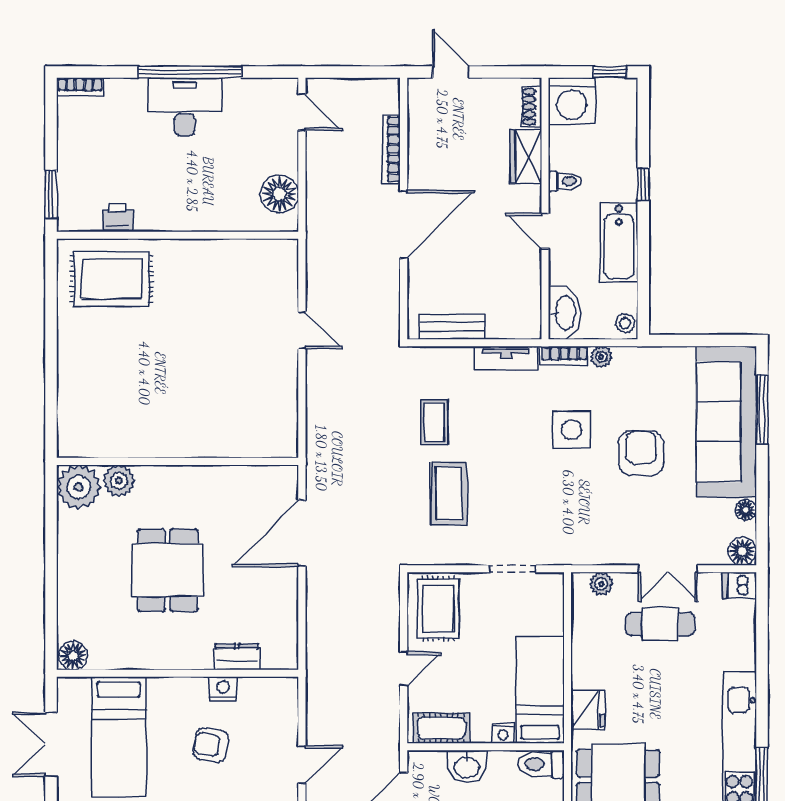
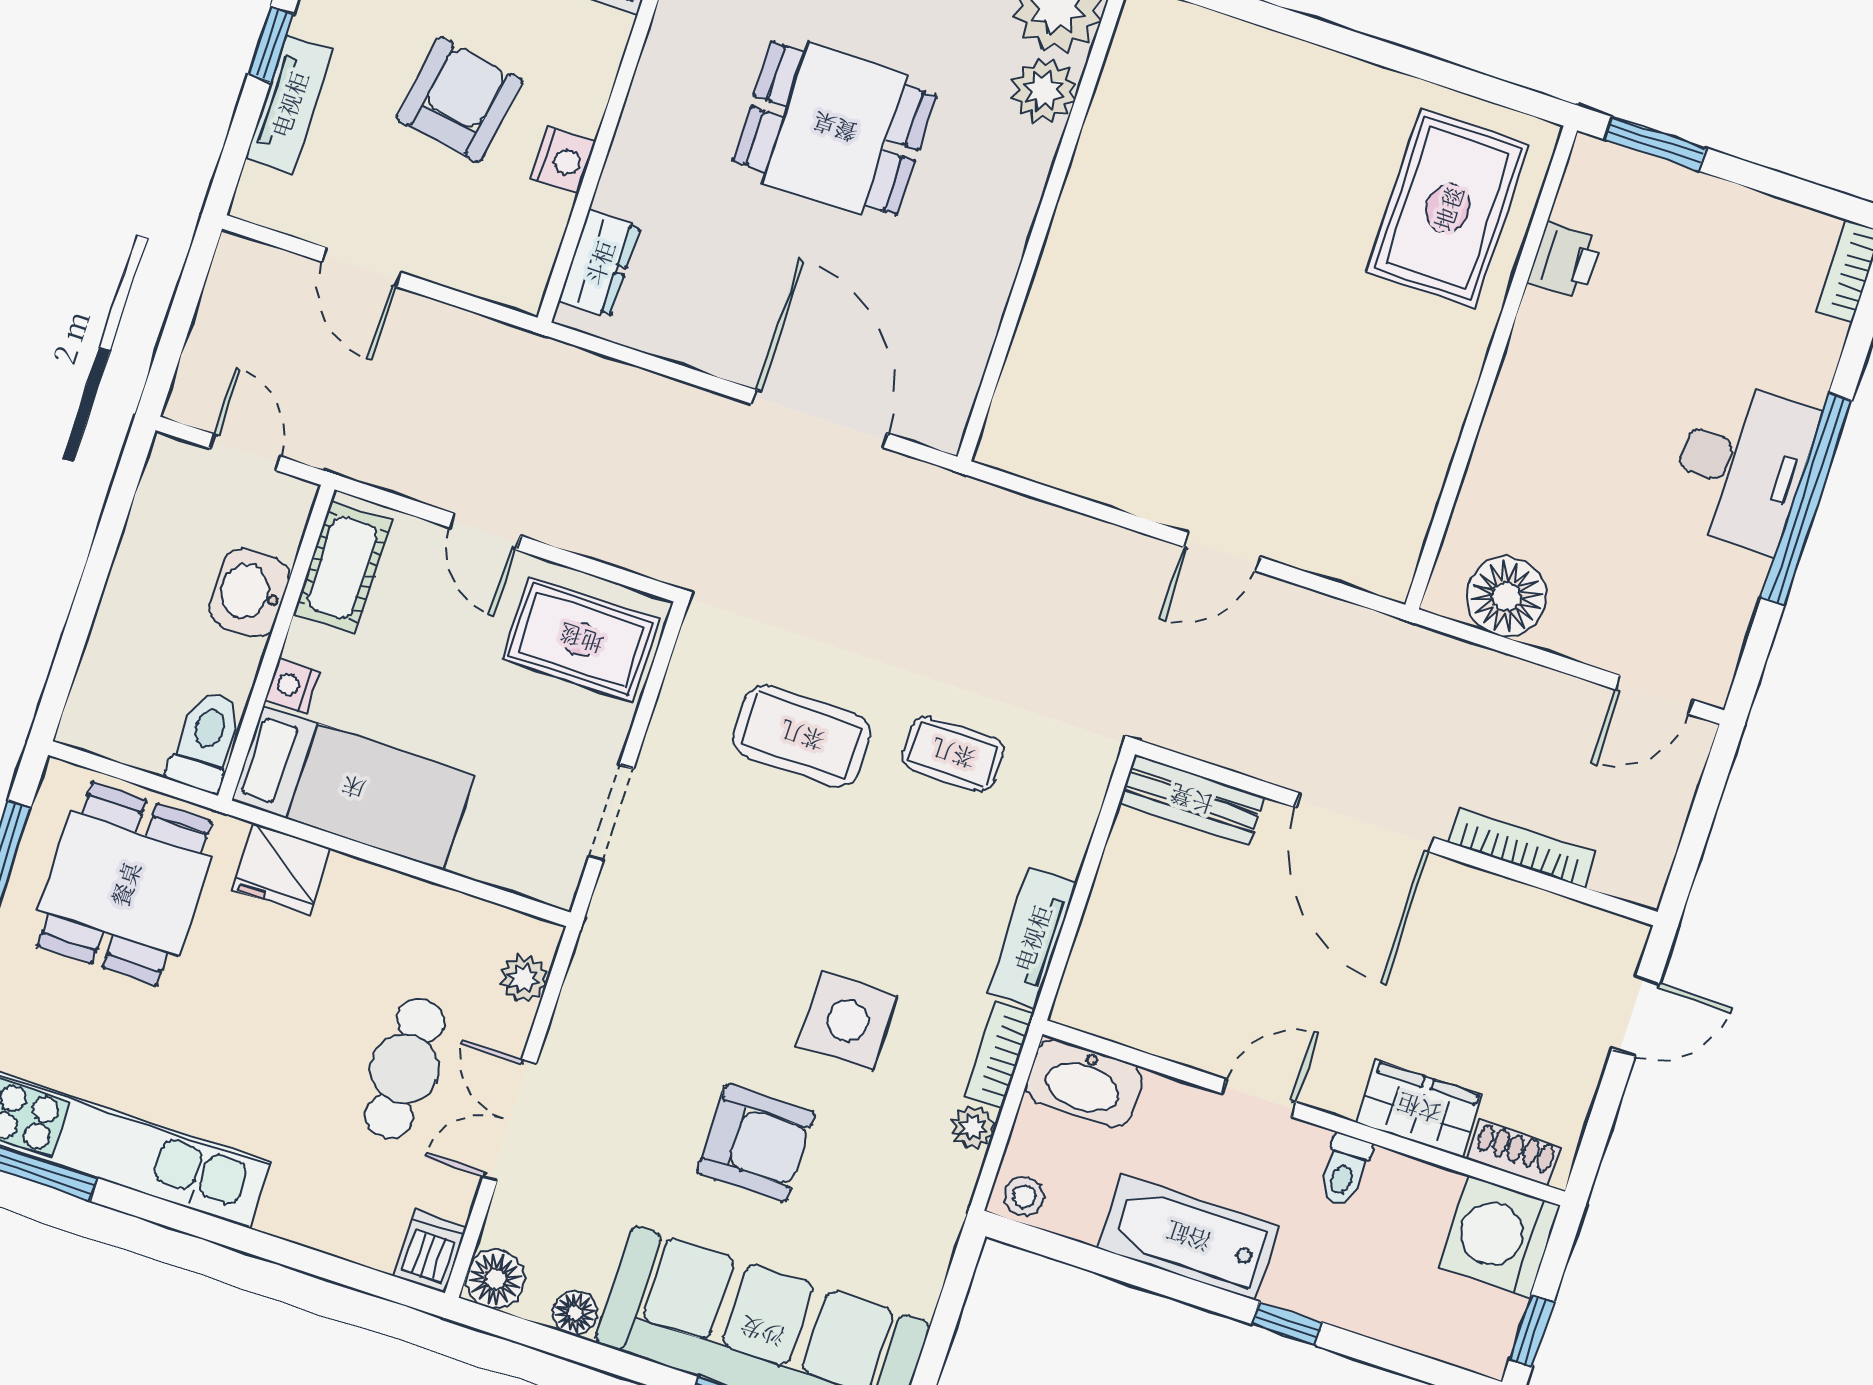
bench: (452, 327) -> (1192, 800), moved, turned 90
dresser: (237, 657) -> (599, 263), moved
armchair: (211, 745) -> (459, 100), width x1.38, depth x1.38

